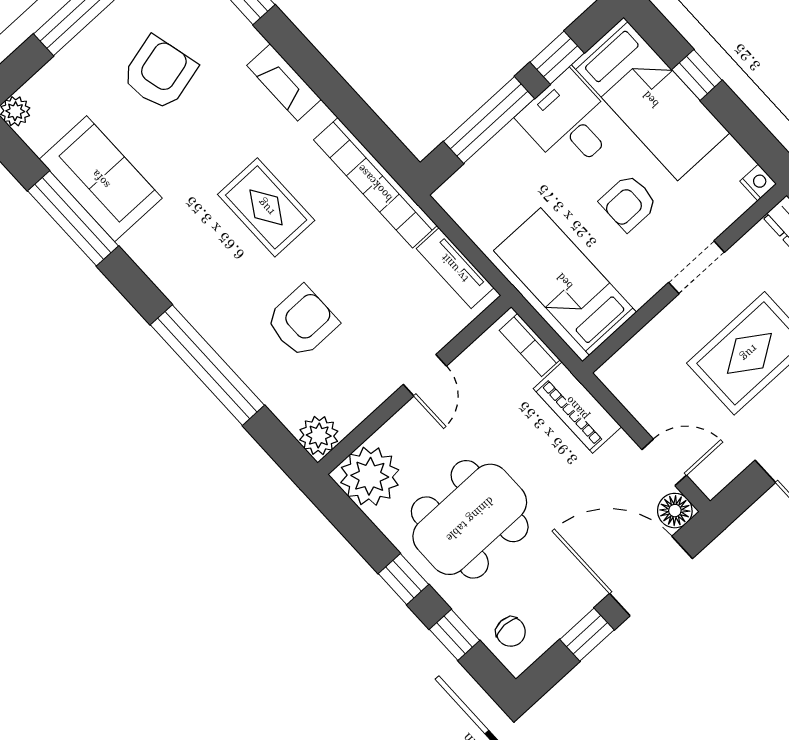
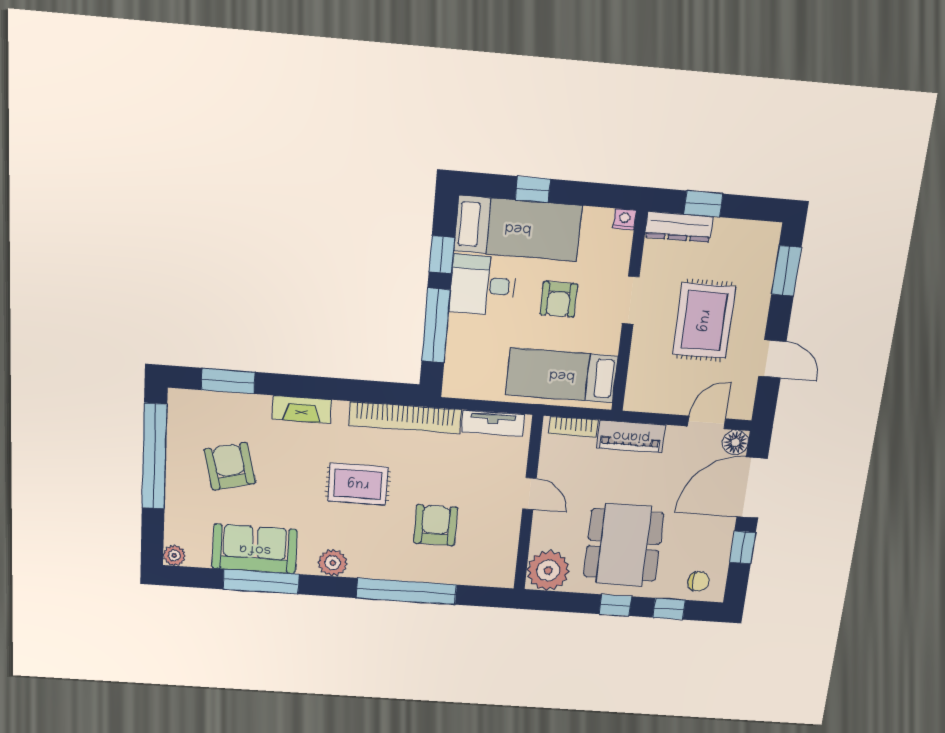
plant: (319, 435) -> (333, 563), moved

